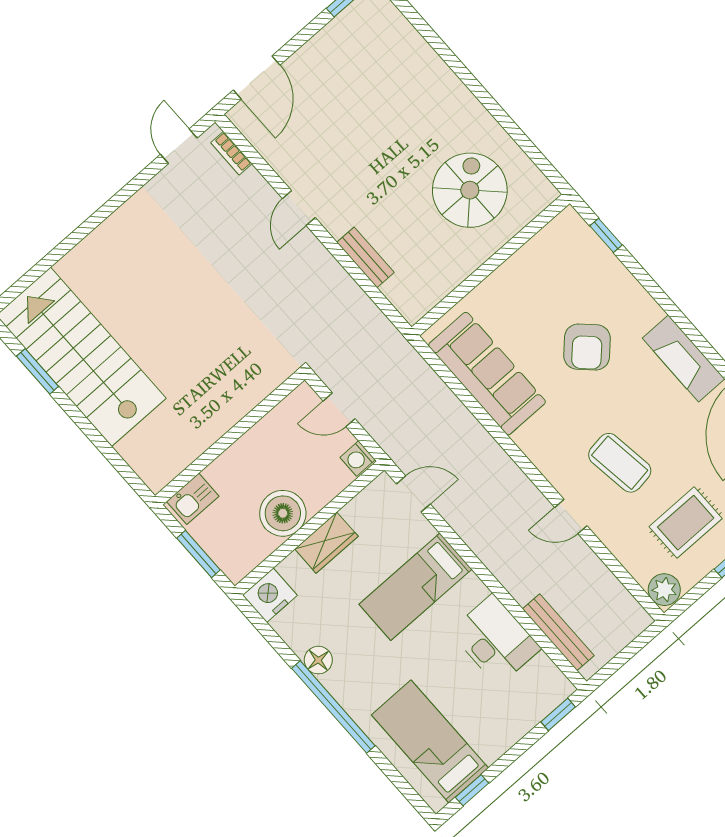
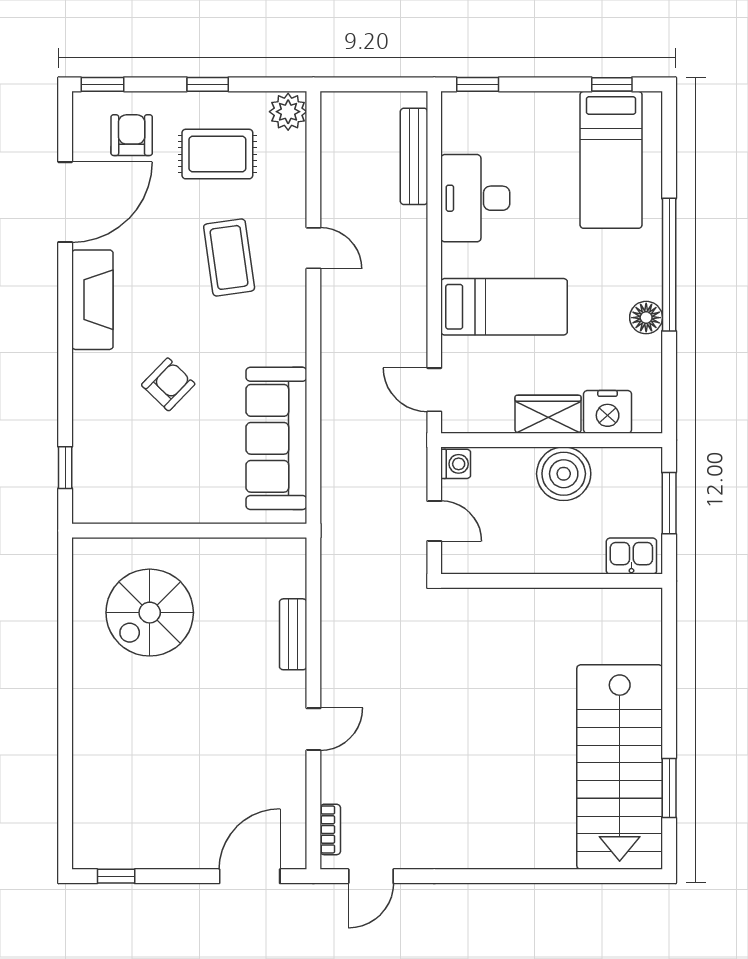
armchair: (587, 347) -> (168, 384), width x0.72, depth x0.72
nightstand: (270, 595) -> (608, 412), moved

